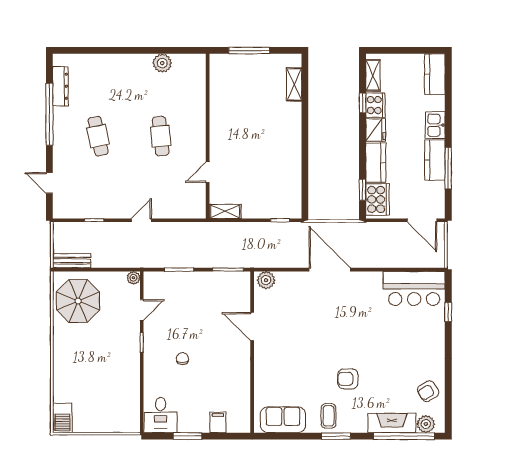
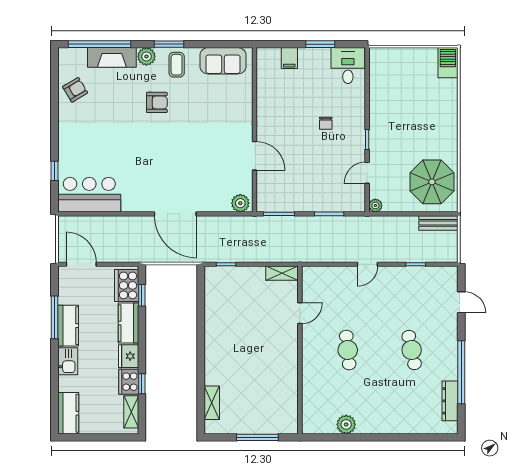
plant: (426, 424) -> (146, 56), moved

